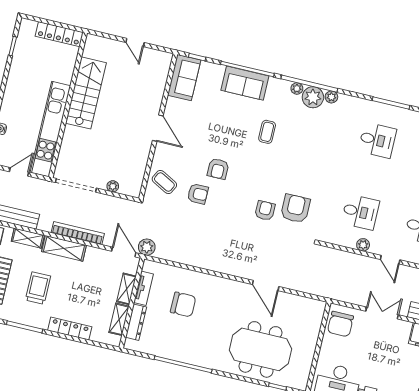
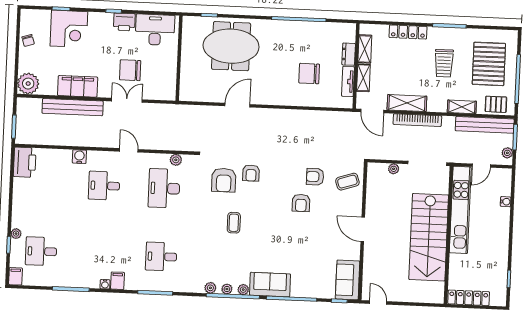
door: (135, 42) -> (378, 303), moved
sofa: (245, 83) -> (270, 285), moved
stairs: (86, 93) -> (429, 237), width x1.36, depth x1.51
plant: (313, 97) -> (227, 289), width x0.53, depth x0.53
coffee table: (267, 132) -> (234, 223), moved
armchair: (218, 169) -> (301, 203), turned 180
coffee table: (164, 182) -> (347, 182), turned -46
desk: (360, 212) -> (164, 188), width x1.37
plant: (363, 245) -> (176, 160), moved
plant: (147, 247) -> (352, 119), removed
shelving: (64, 248) -> (407, 103), moved
door: (266, 285) -> (237, 105), hinge flipped
double door: (382, 313) -> (127, 100), swing flipped
dresser: (136, 322) -> (349, 54), width x0.70
chair: (340, 324) -> (130, 70), moved, turned -90

